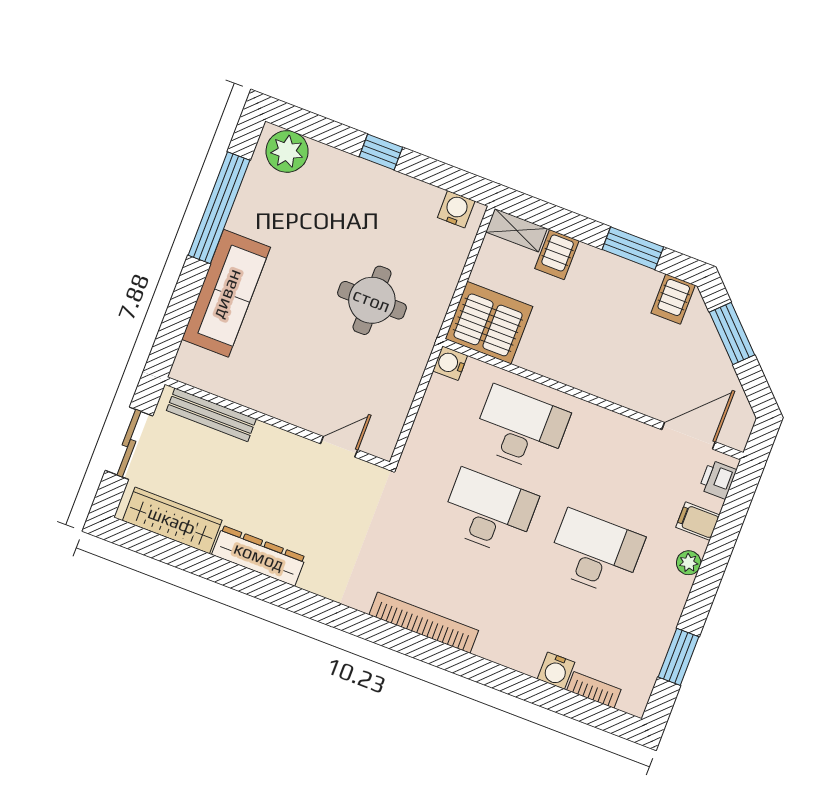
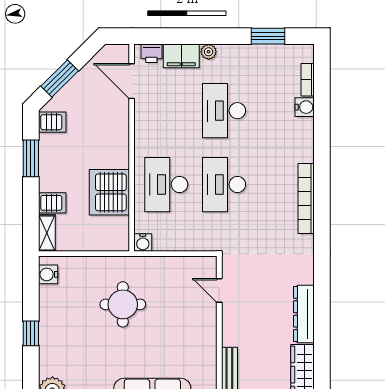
server rack: (489, 323) -> (109, 192), moved
filing cabinet: (698, 521) -> (181, 56), width x2.00

